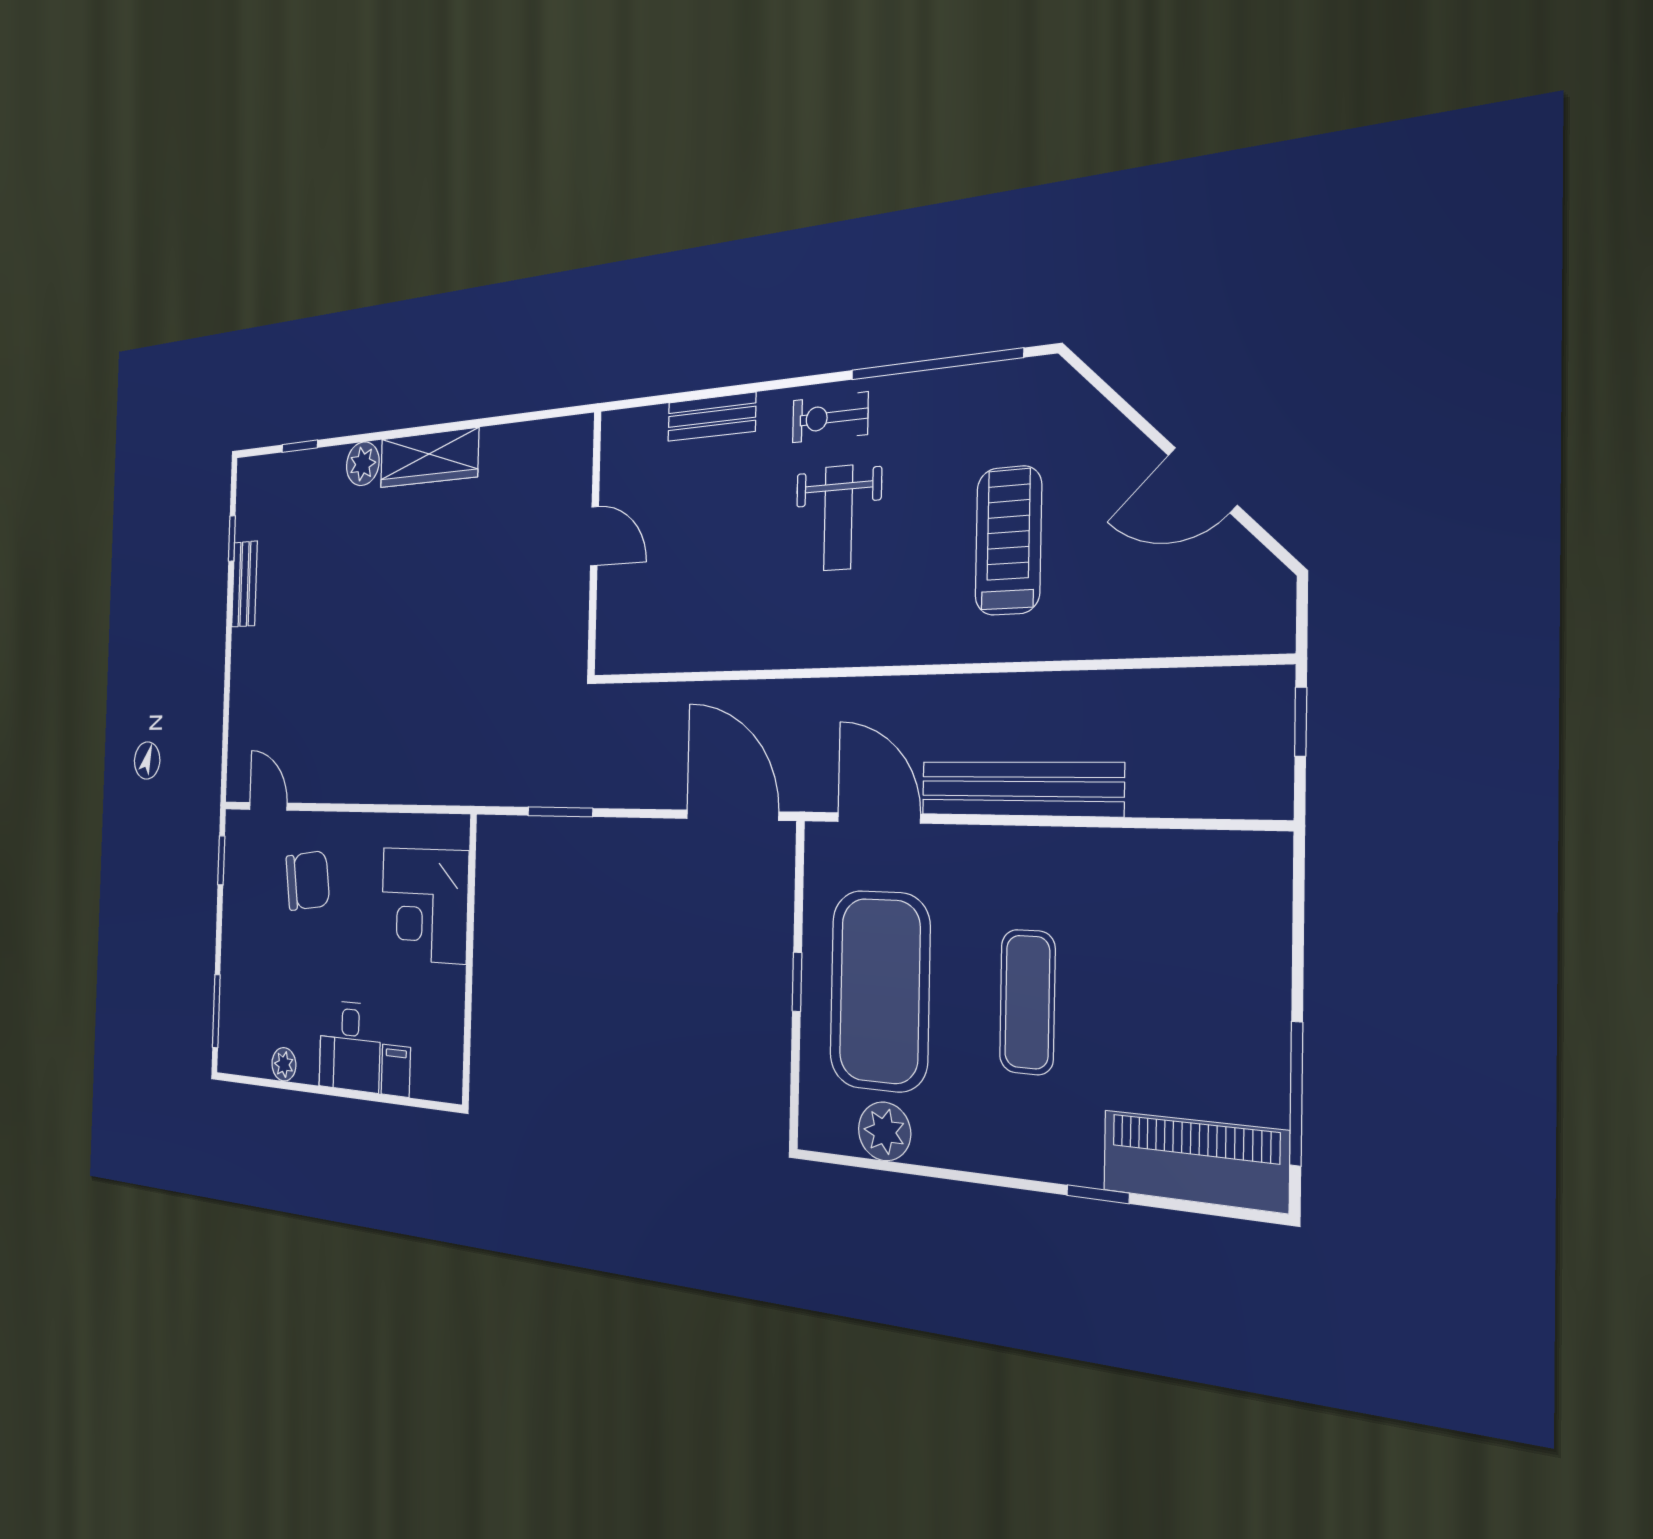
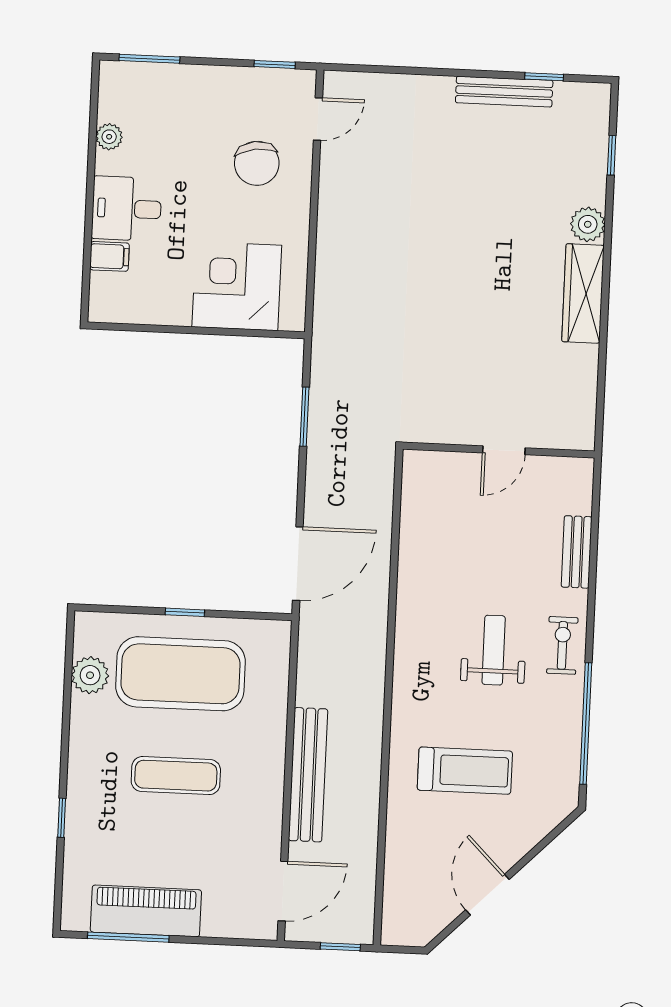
weight bench: (838, 518) -> (494, 650), turned 90
bench: (244, 584) -> (504, 92), width x1.36
door: (879, 818) -> (283, 891), moved
piano: (1195, 1161) -> (146, 911), moved, turned -90

